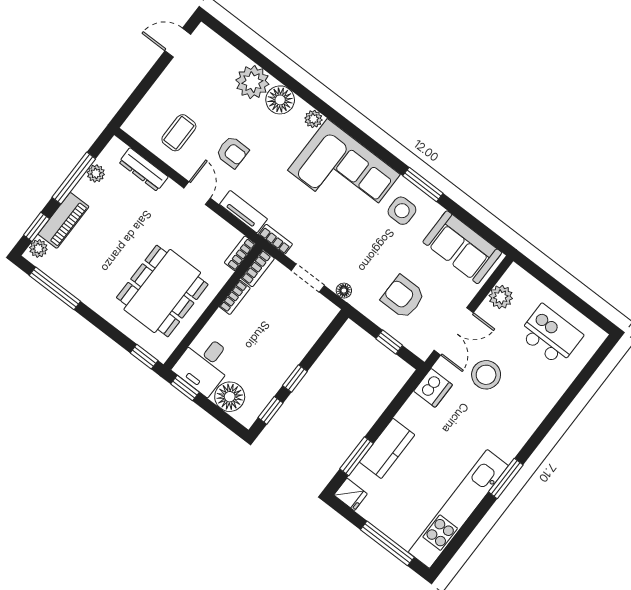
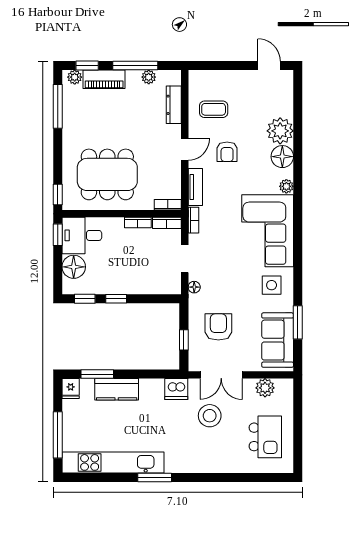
window: (423, 185) -> (298, 322), moved

